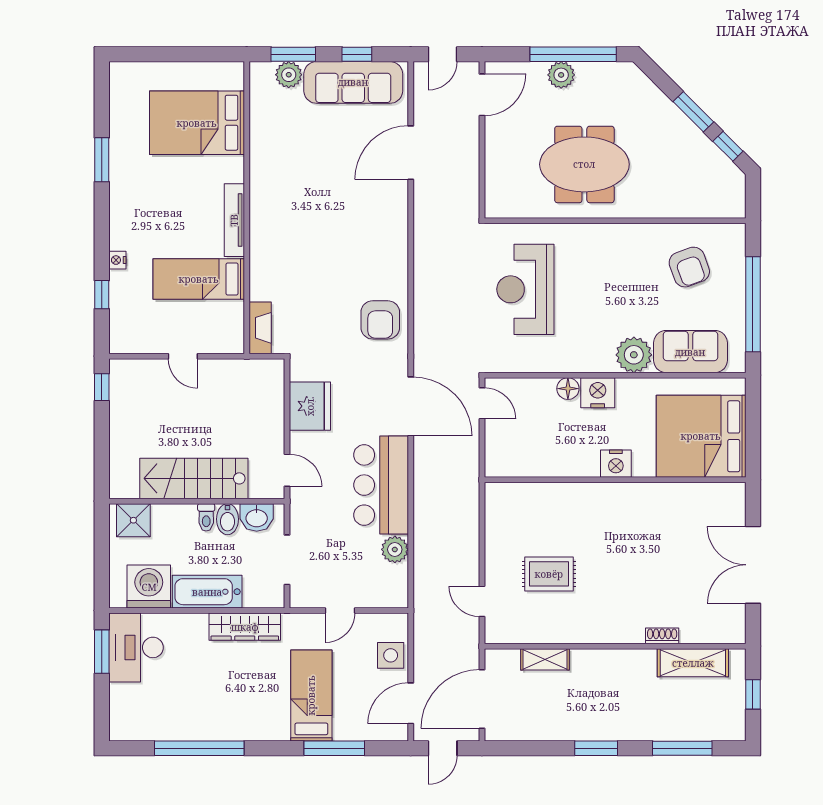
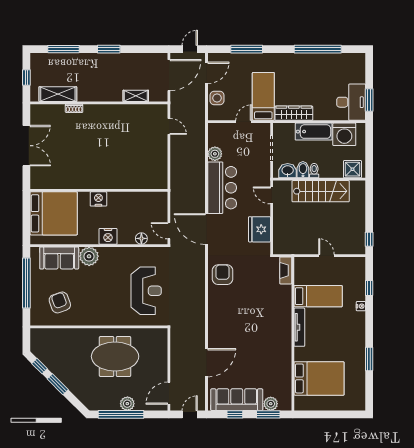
floor lamp: (568, 389) -> (141, 238), moved
rug: (549, 574) -> (134, 141), removed
bed: (311, 695) -> (263, 96), moved, turned 180

